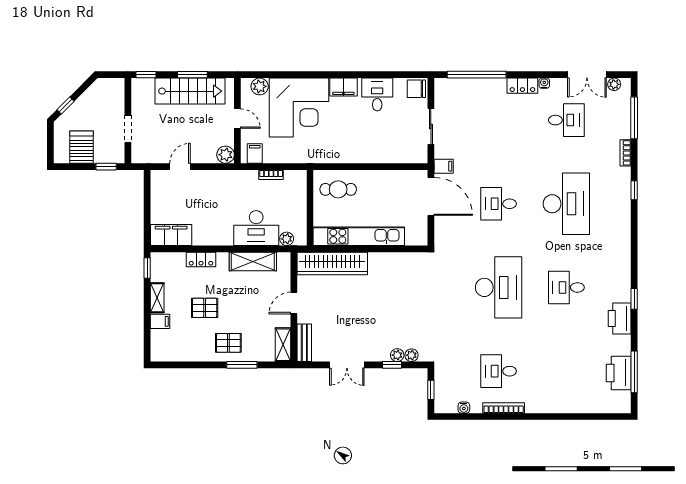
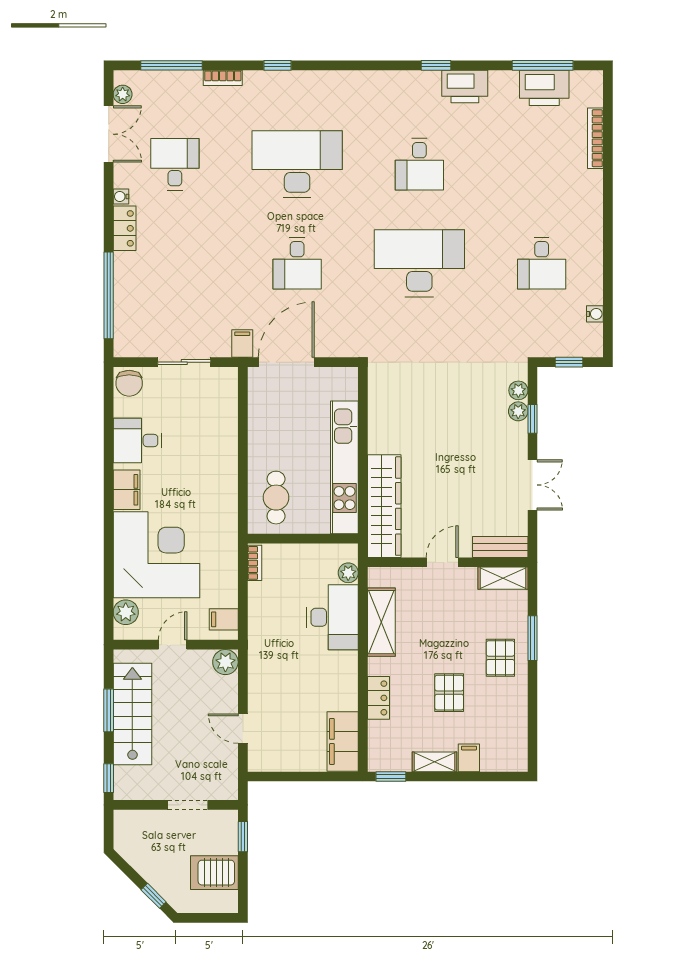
bookcase: (271, 175) -> (255, 563), moved
door: (294, 303) -> (442, 562), swing flipped
bookcase: (504, 408) -> (595, 138), moved

